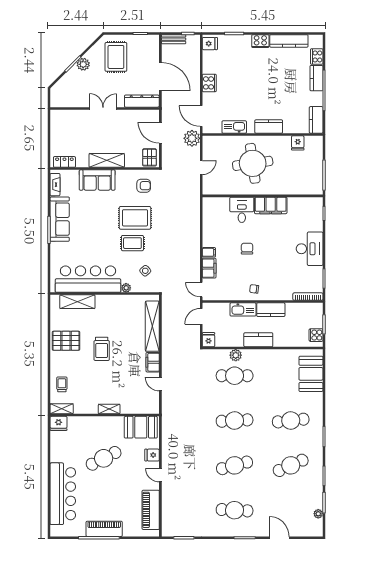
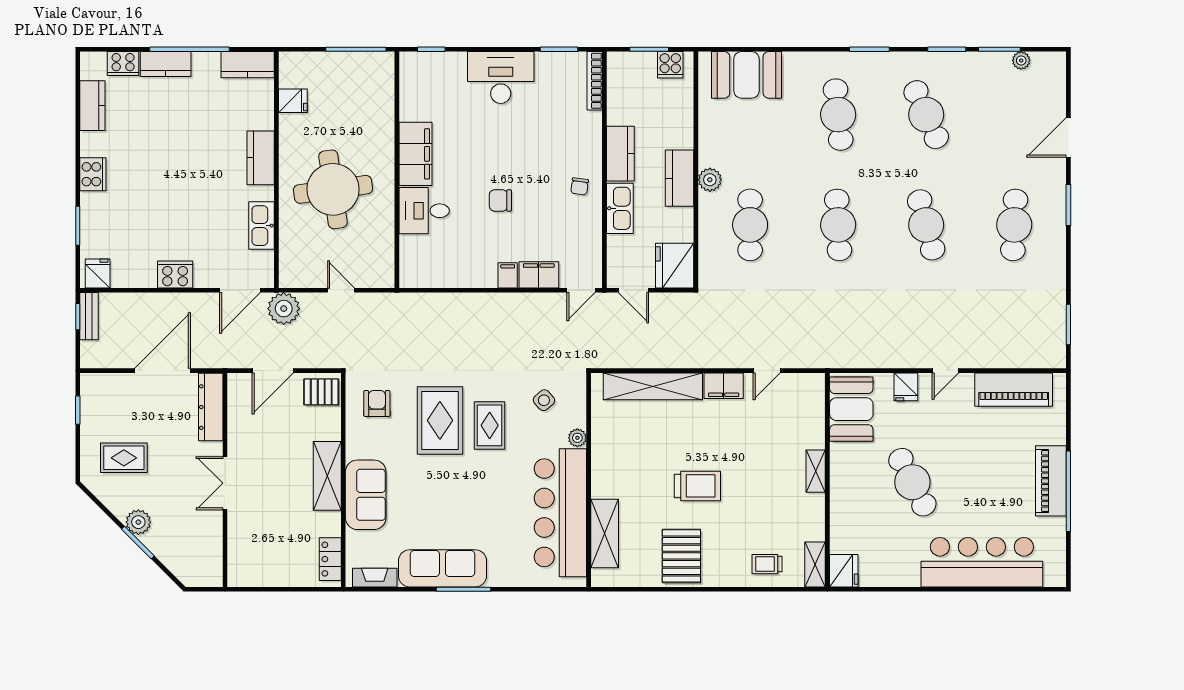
bench: (174, 39) -> (89, 316), moved
kitchen counter: (289, 41) -> (92, 106), width x0.67
rug: (116, 57) -> (124, 458), width x0.73, depth x0.70
fridge: (208, 340) -> (675, 266), width x1.88, depth x1.34
plant: (236, 355) -> (710, 180), moved

